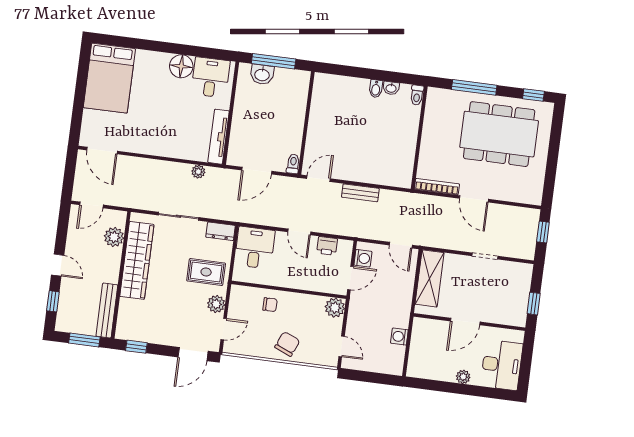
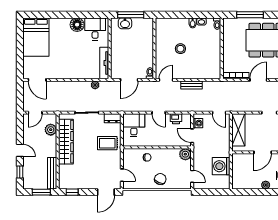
stool: (350, 129) -> (180, 49), added
door: (474, 199) -> (258, 80), swing flipped
door: (350, 278) -> (192, 136), swing flipped
plant: (216, 304) -> (116, 161), removed
door: (224, 329) -> (122, 175), hinge flipped
washing machine: (399, 337) -> (221, 166), width x1.89, depth x1.89

